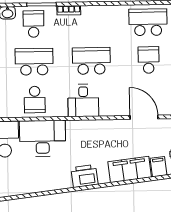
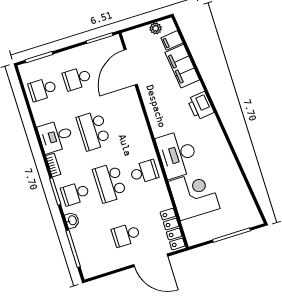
school desk: (148, 22) -> (43, 89), width x0.54
desk: (83, 100) -> (56, 136), moved, turned 180
door: (144, 117) -> (131, 67), width x1.36

